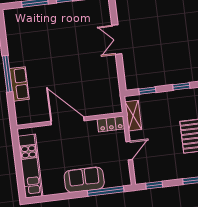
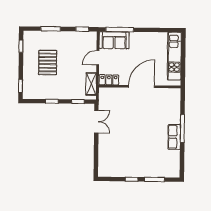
double door: (117, 40) -> (96, 122), moved
row of seats: (19, 84) -> (174, 137), moved
door: (68, 121) -> (142, 87), swing flipped
sofa: (84, 180) -> (114, 40), moved

